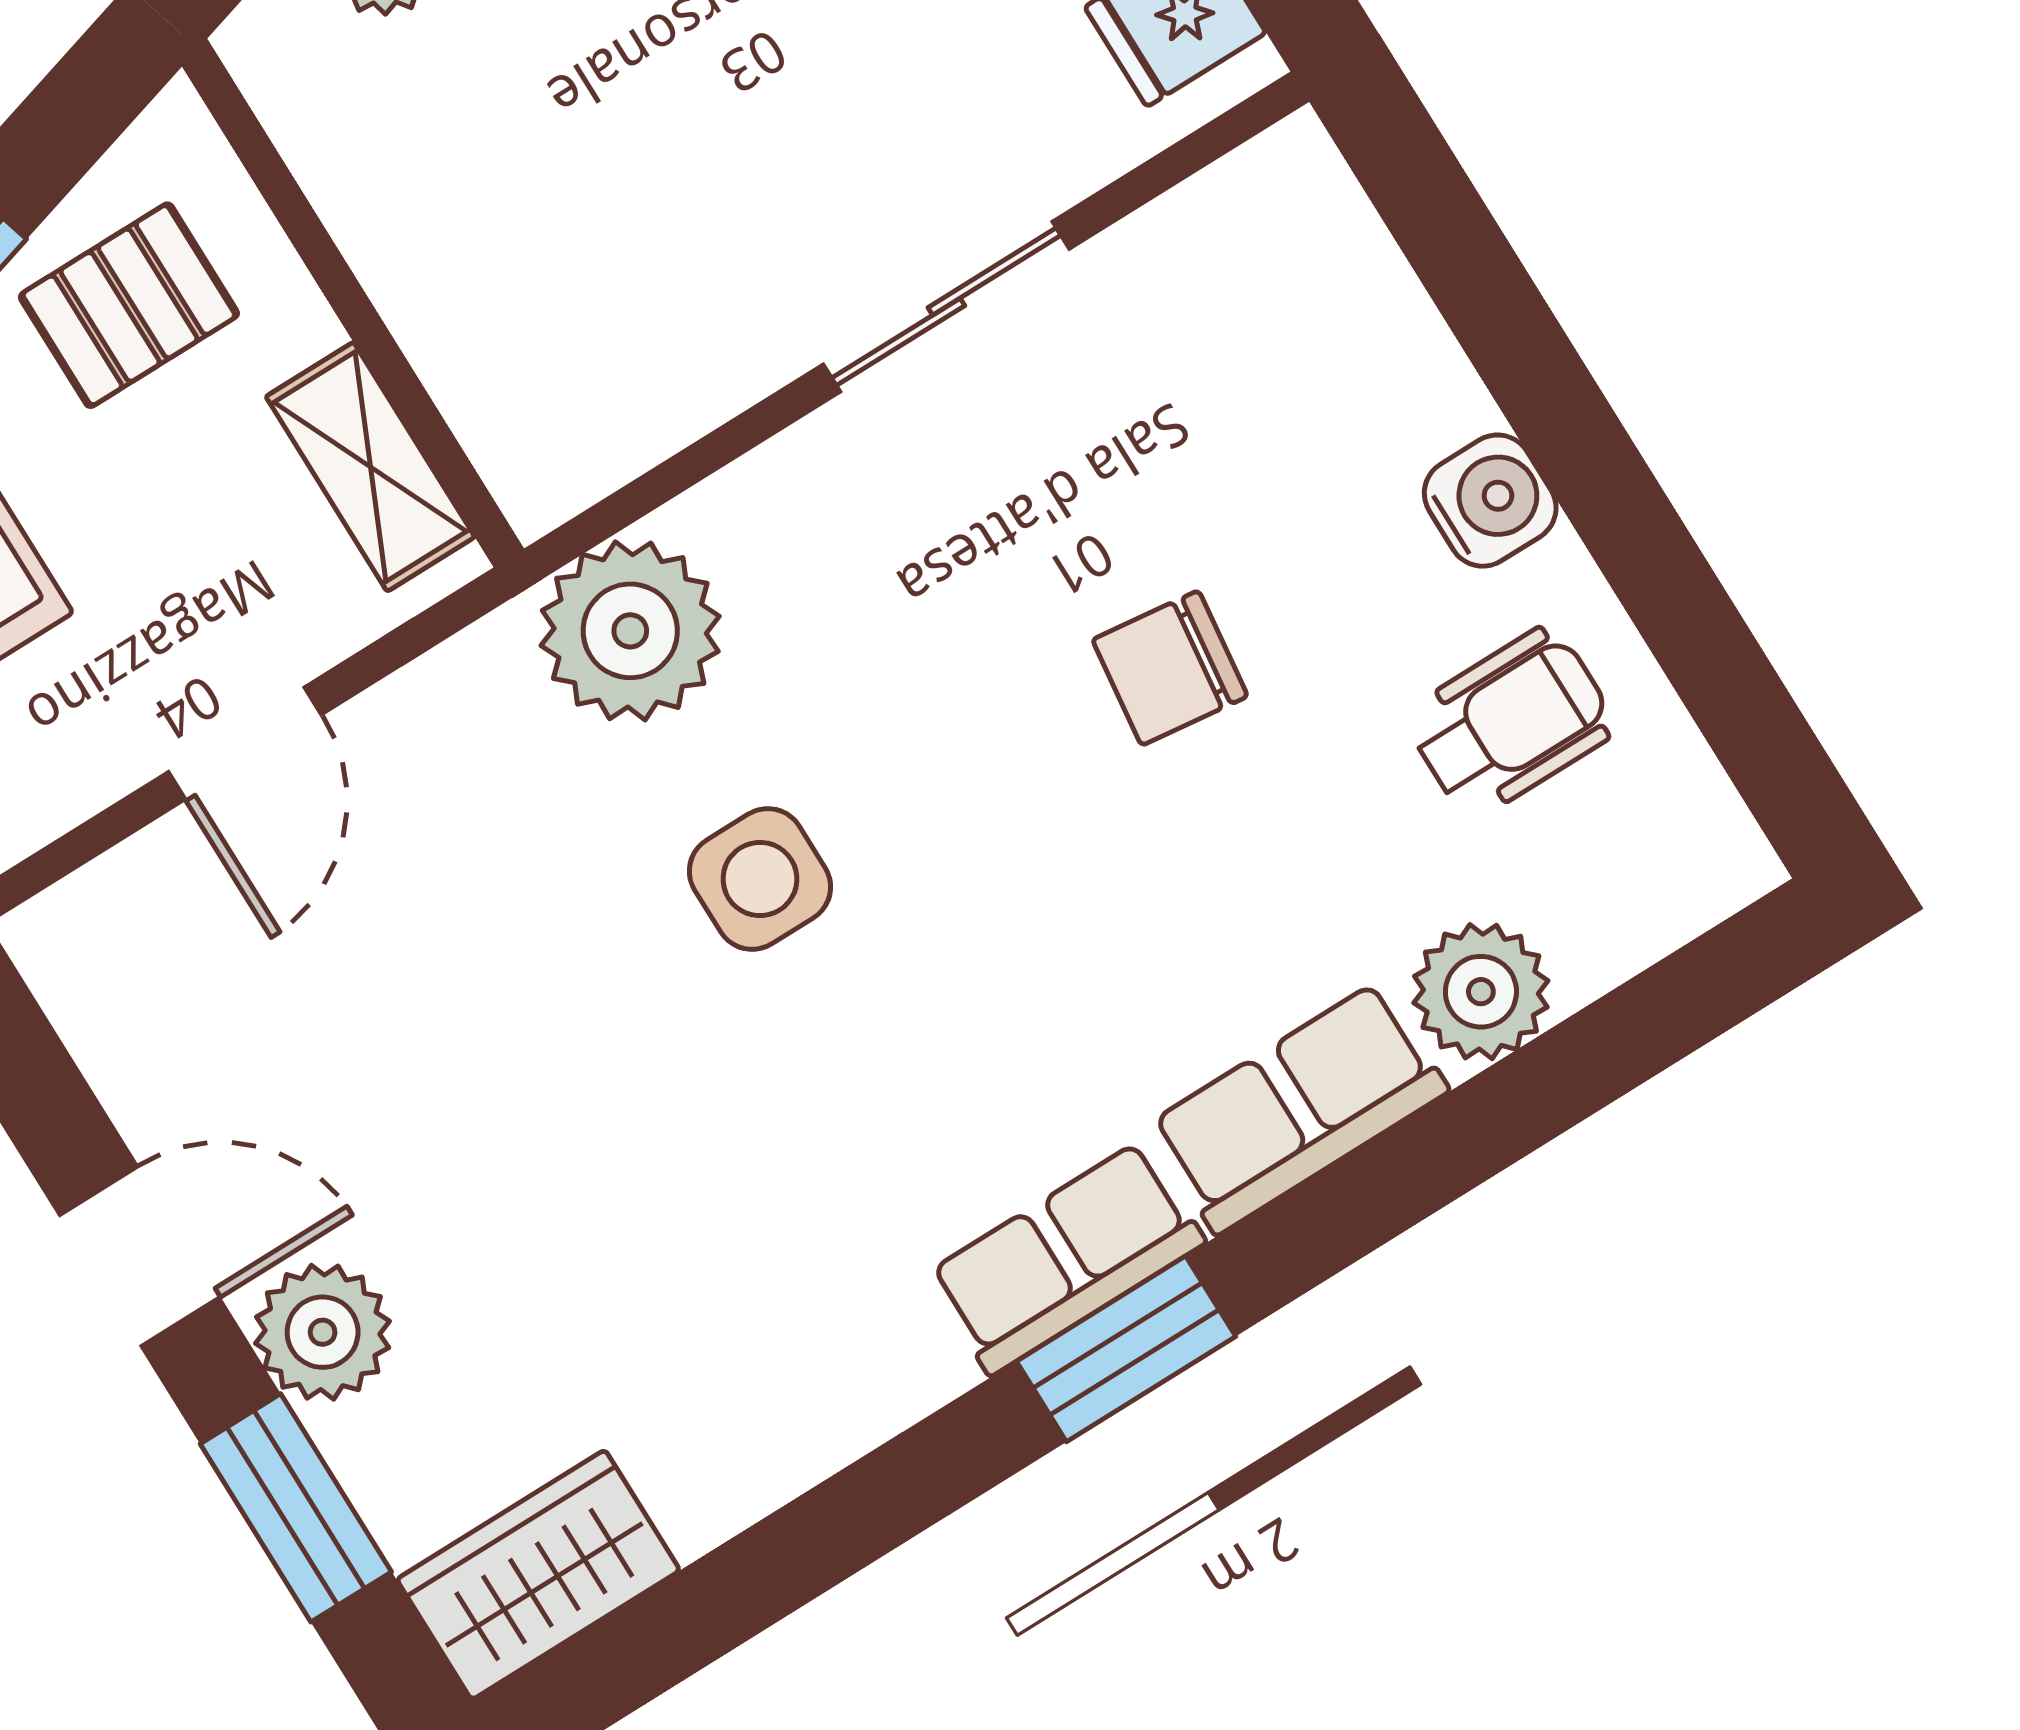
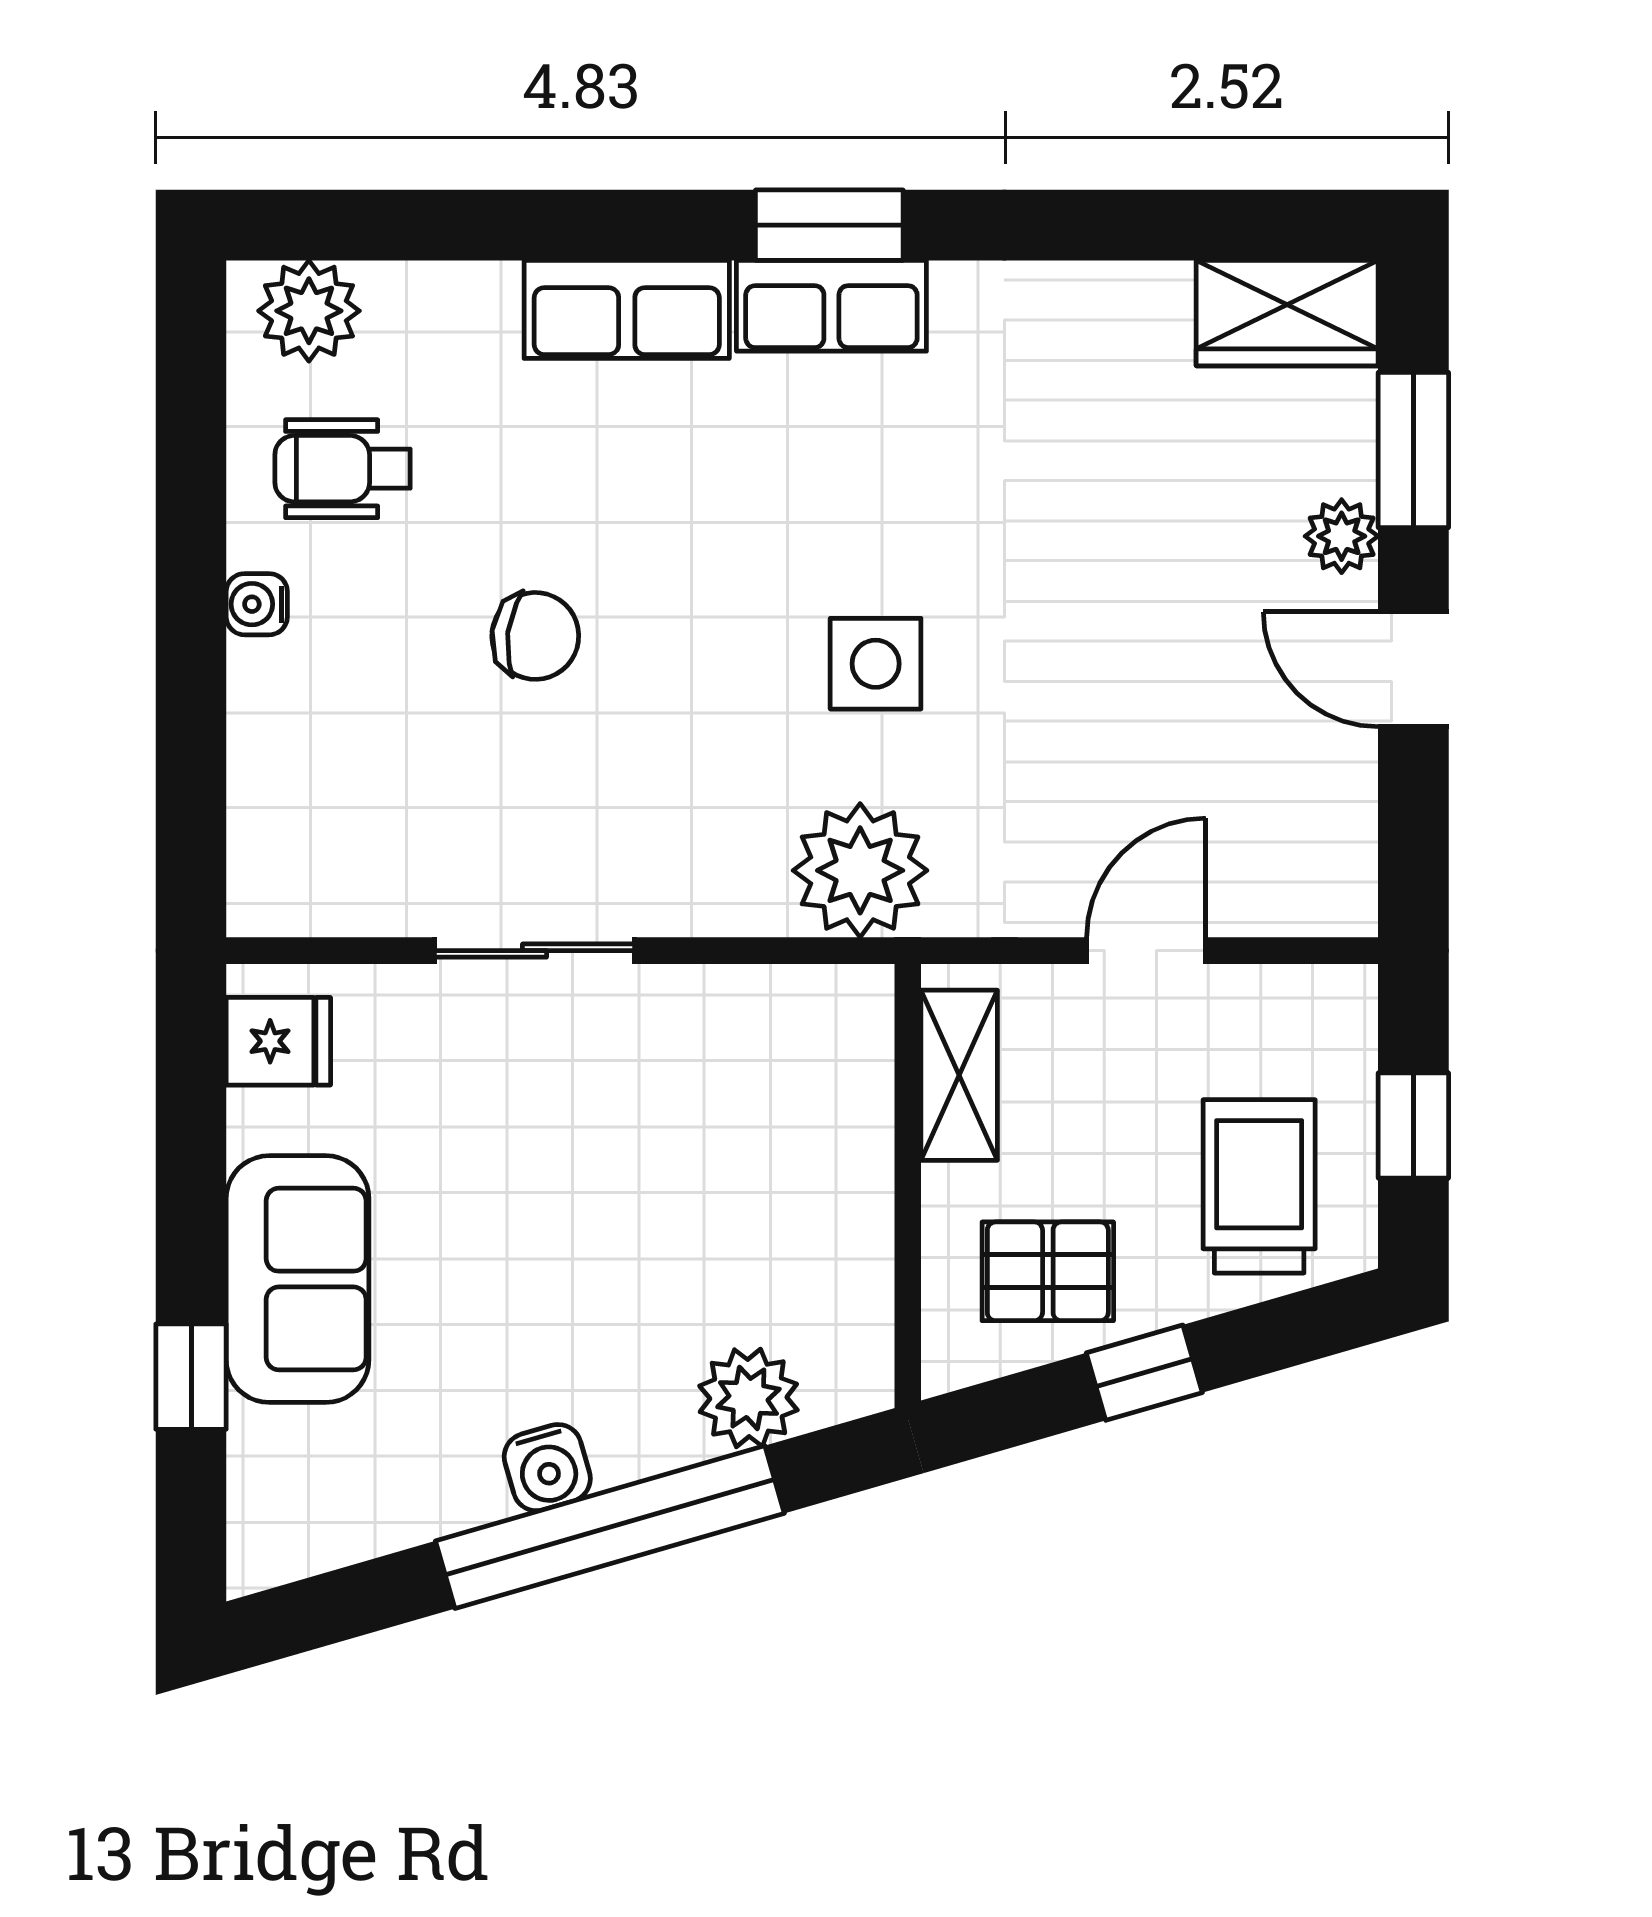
water cooler: (1490, 501) -> (257, 604), width x0.72, depth x0.72
plant: (1481, 992) -> (309, 311), moved
plant: (323, 1332) -> (1342, 536), width x0.73, depth x0.73

